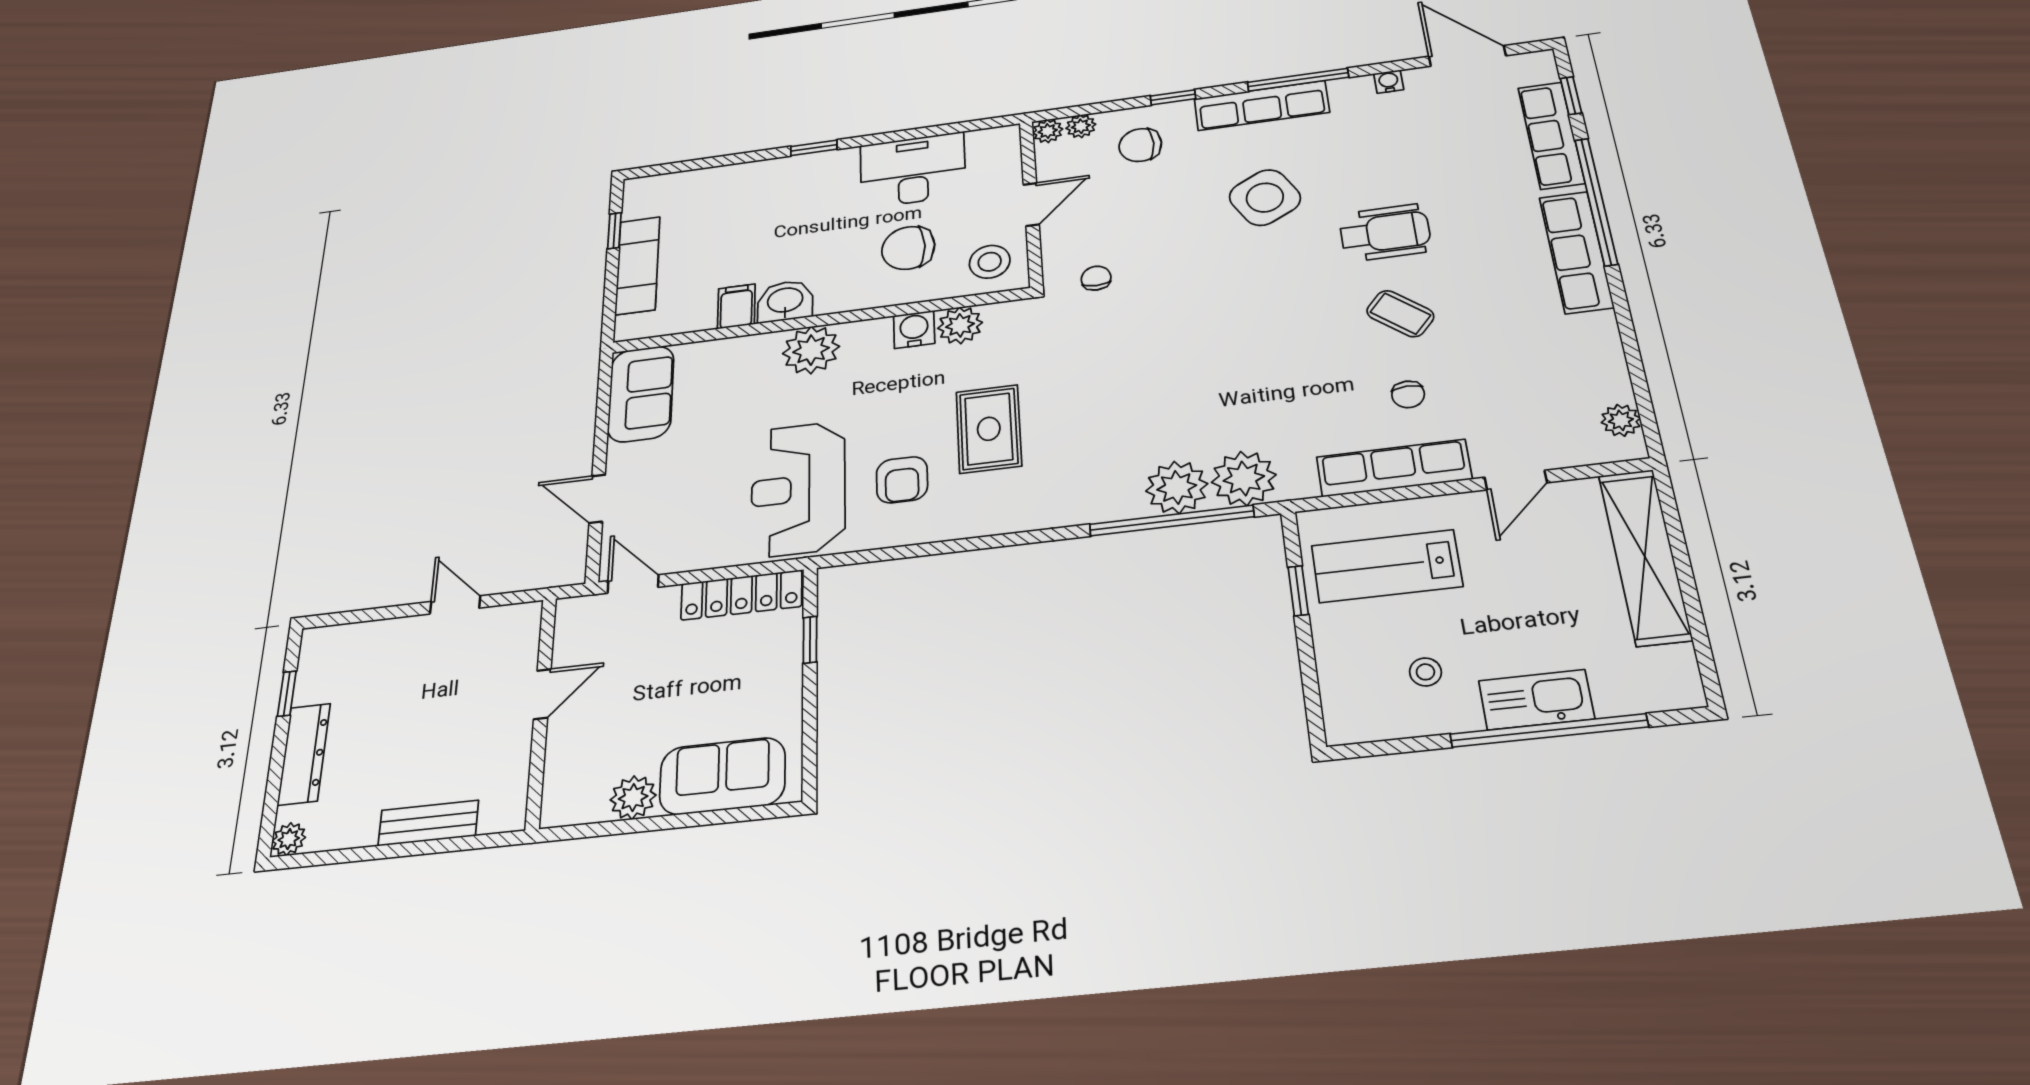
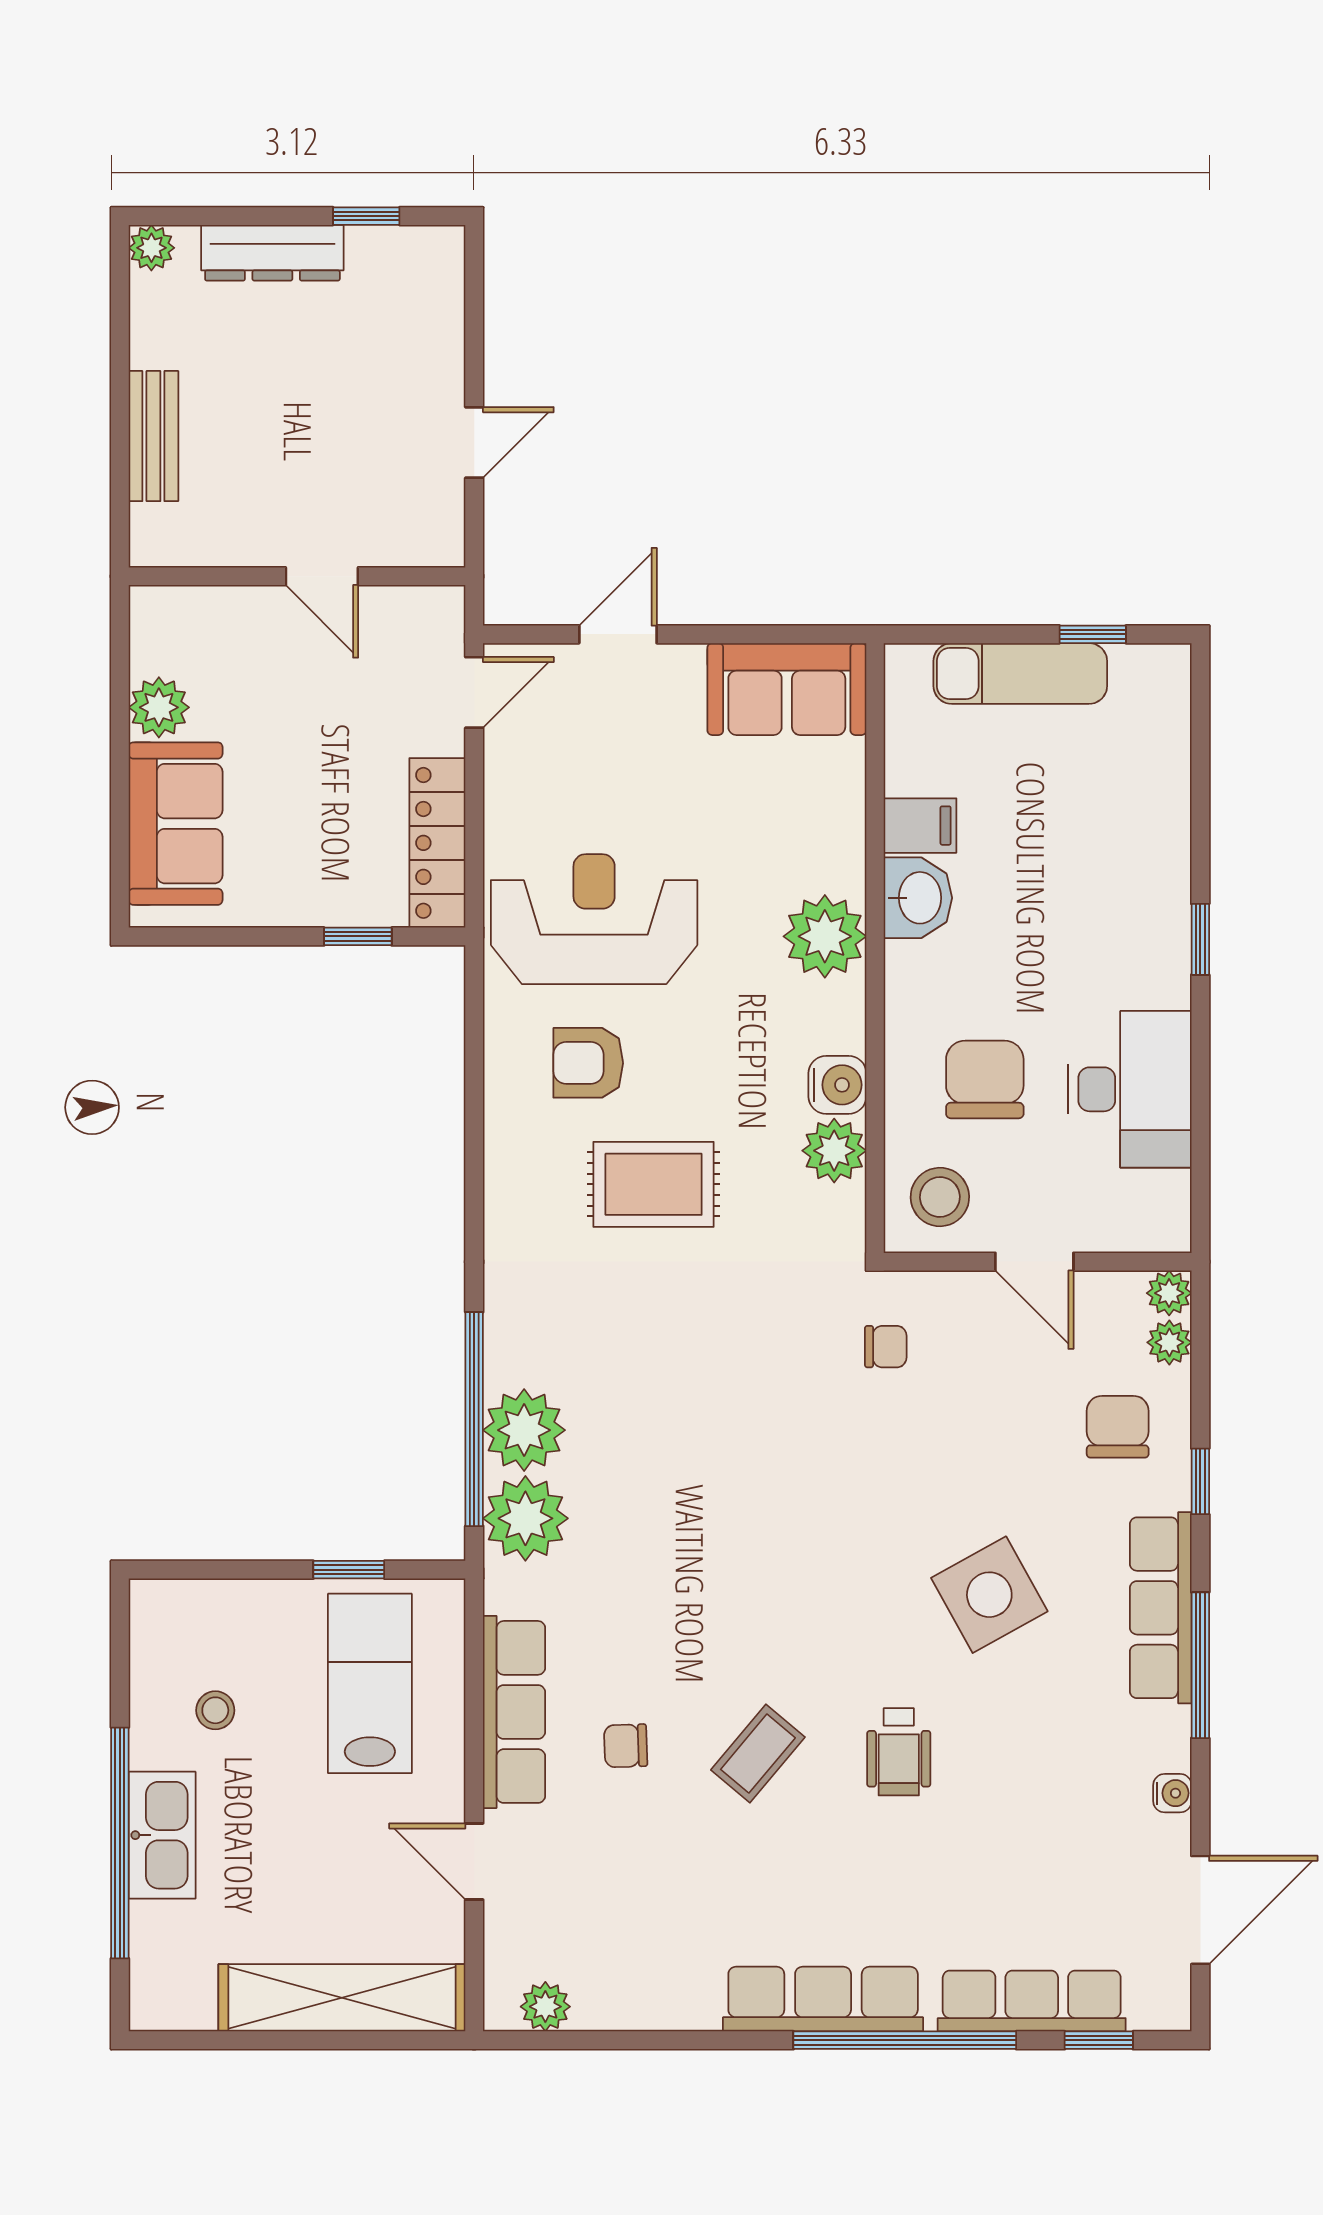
wheelchair: (1385, 233) -> (899, 1752), width x0.73, depth x0.73

